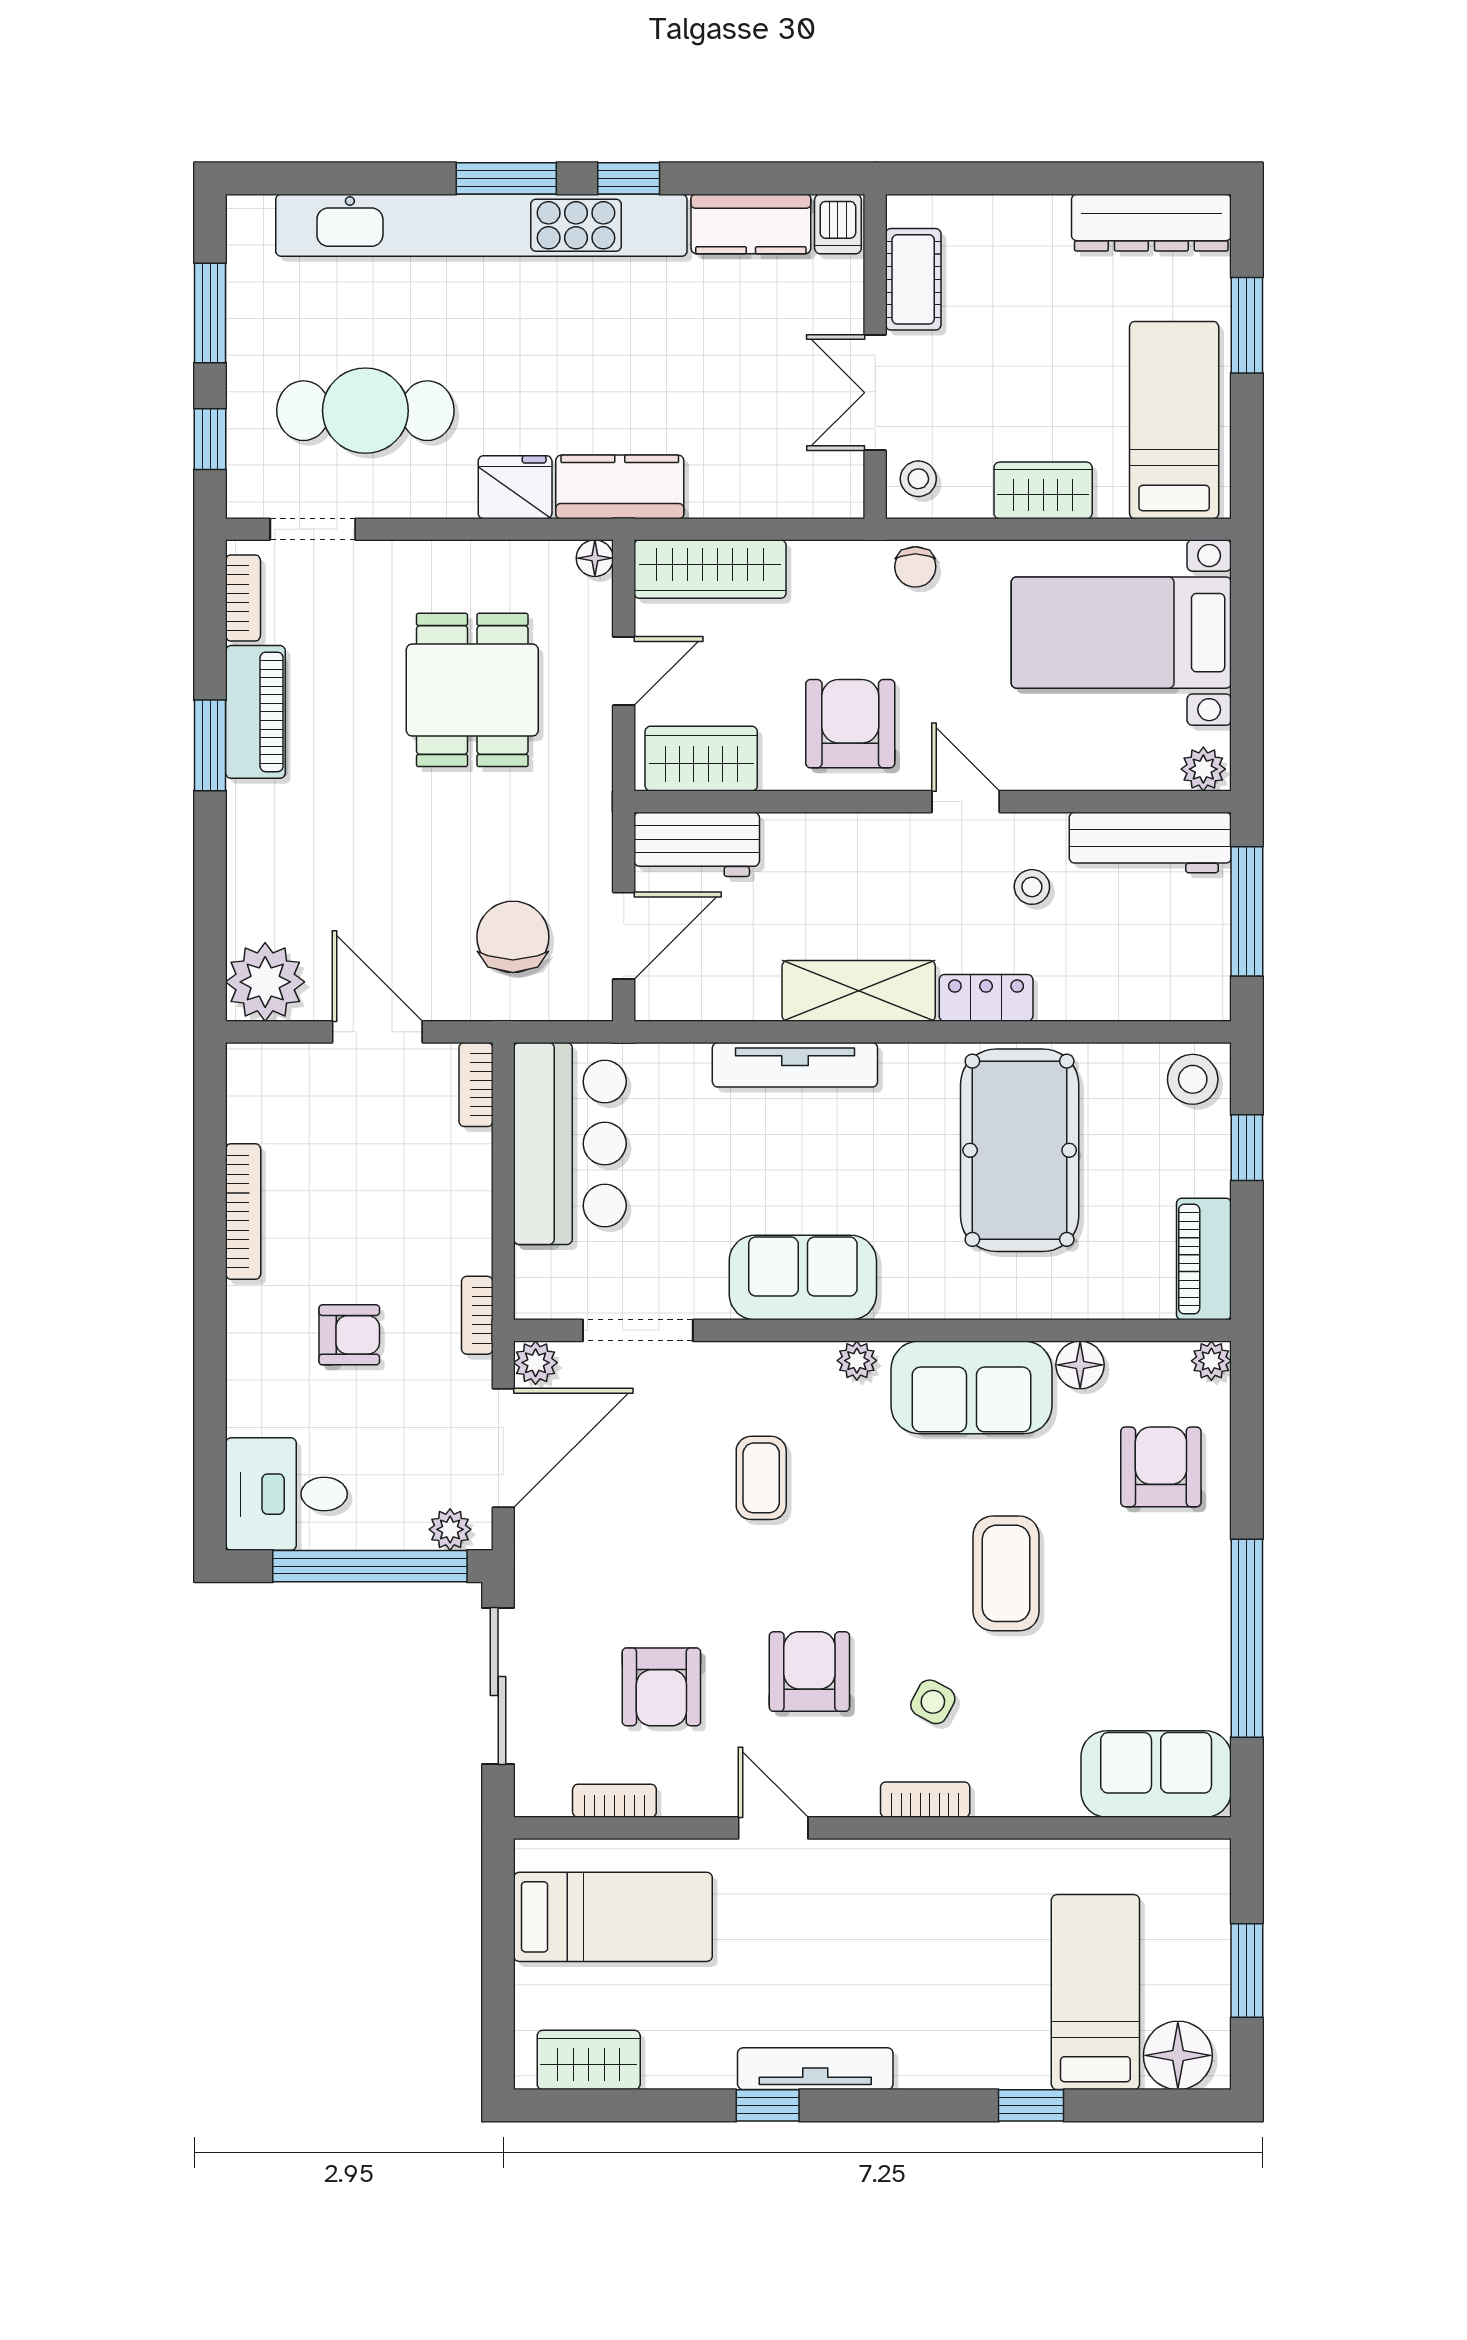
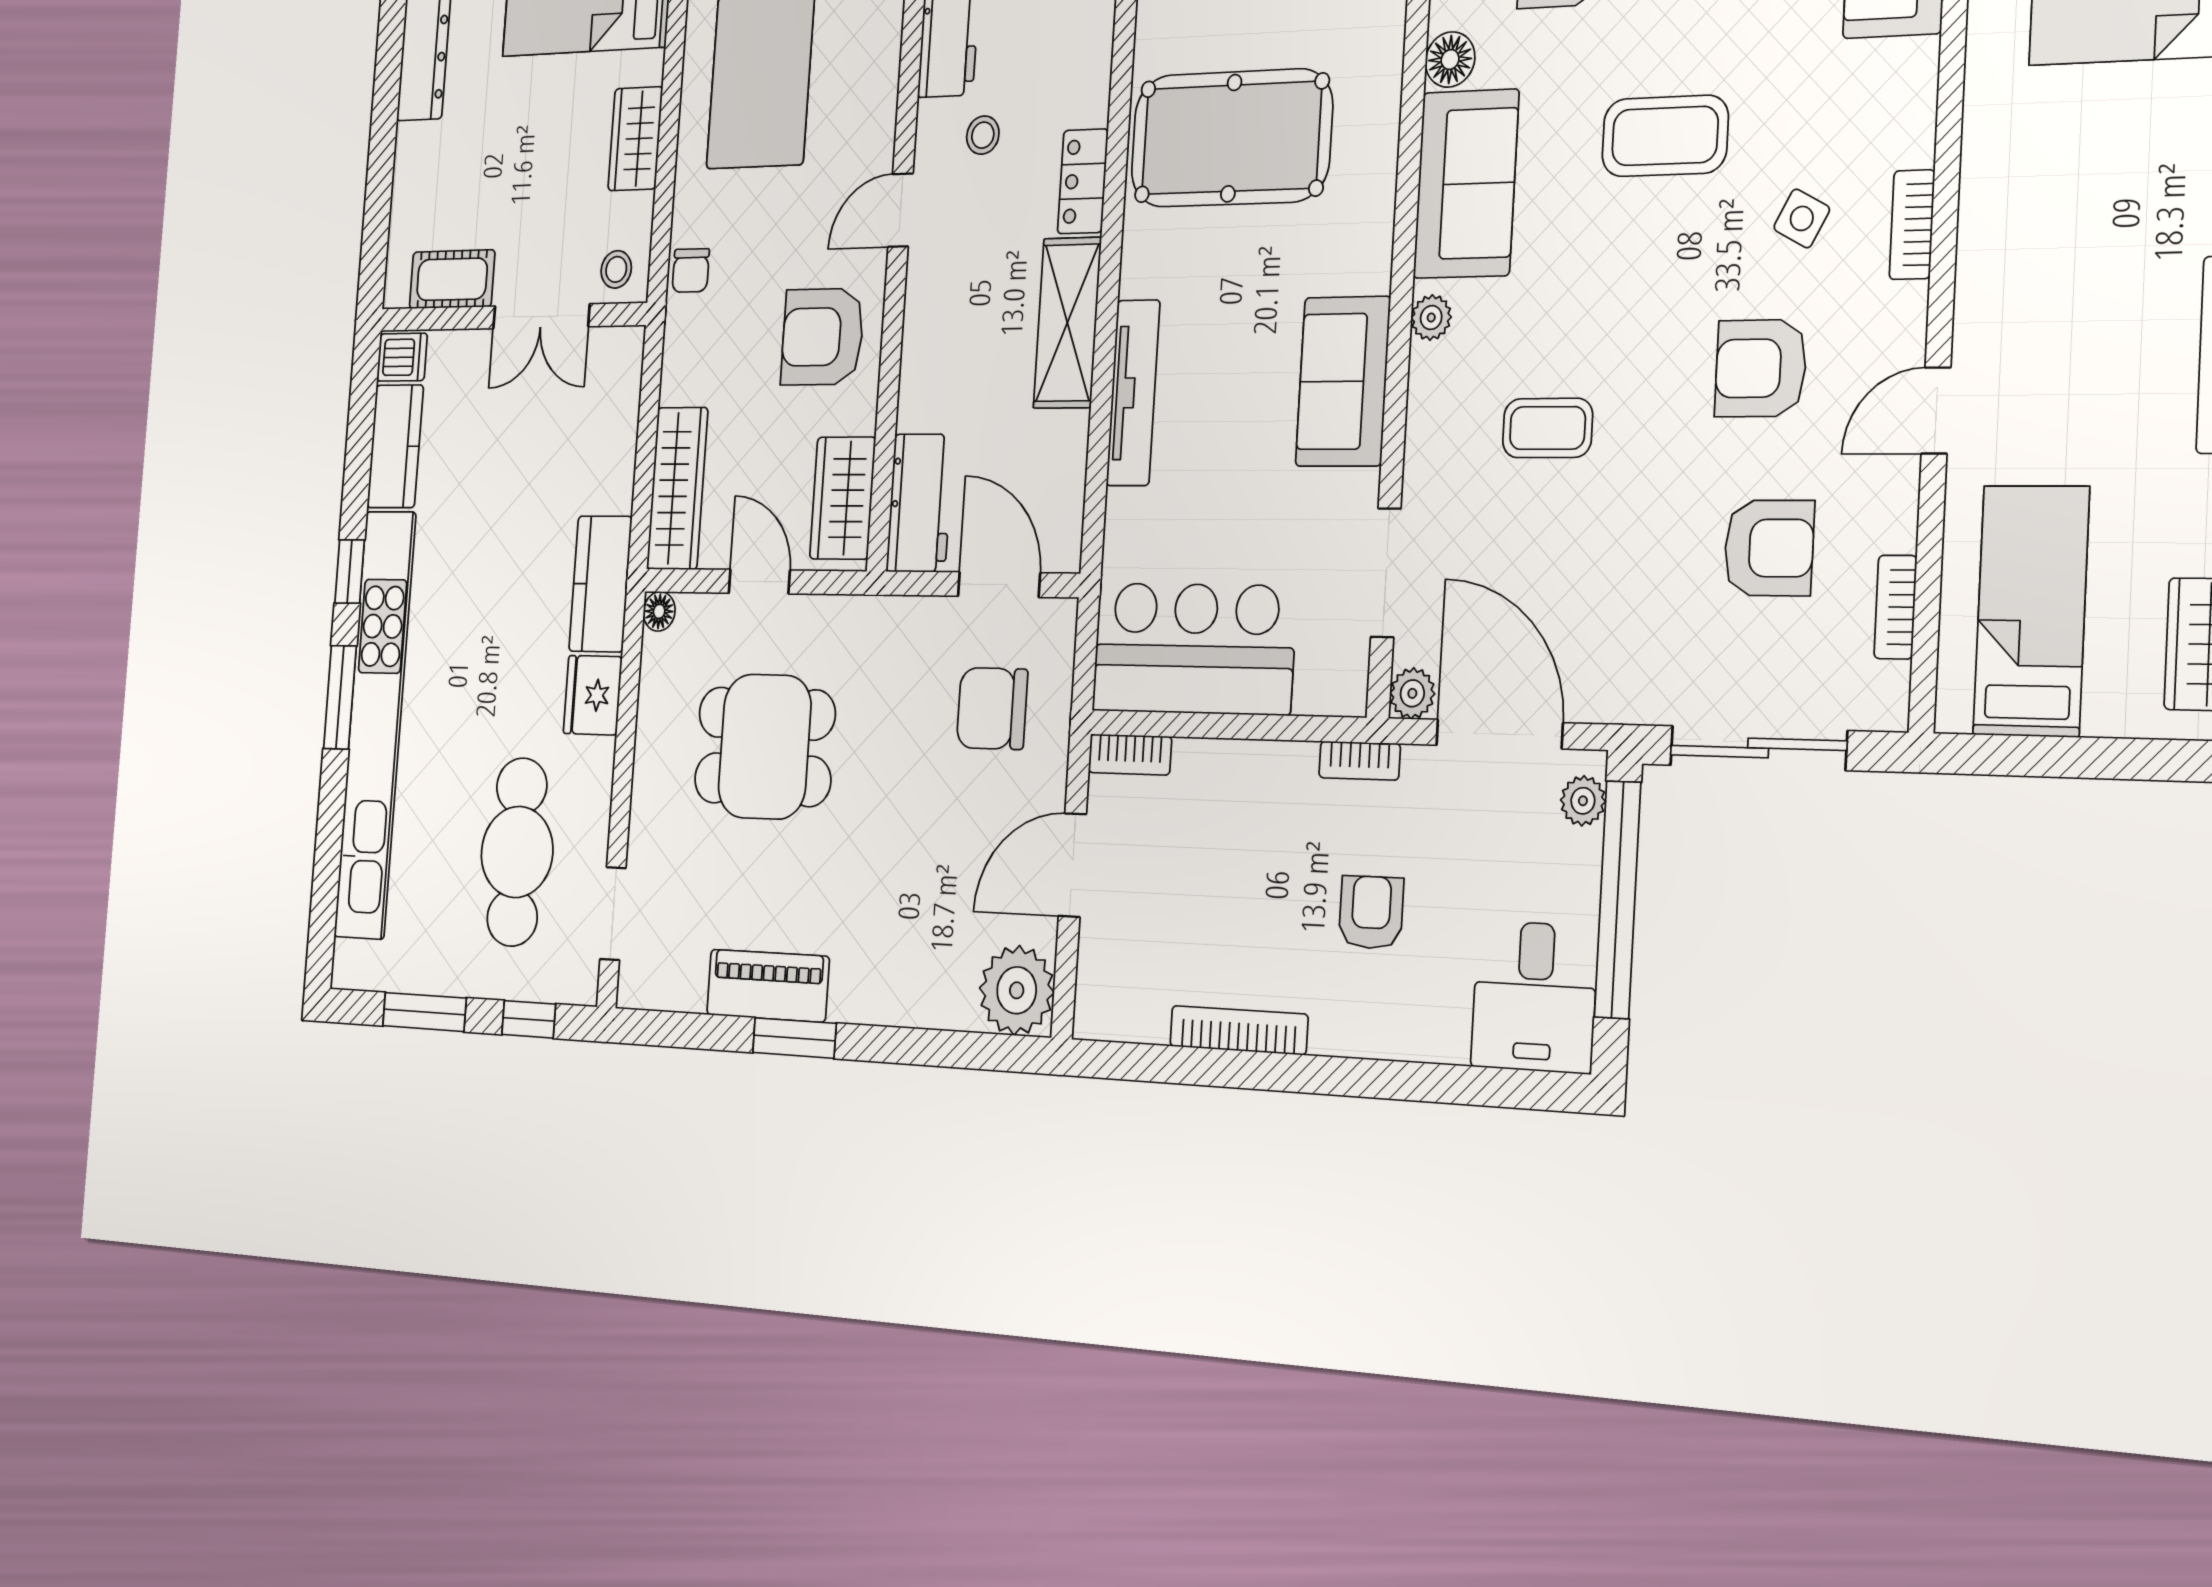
chair: (915, 567) -> (691, 270), turned 90
bookcase: (243, 598) -> (667, 993), removed

